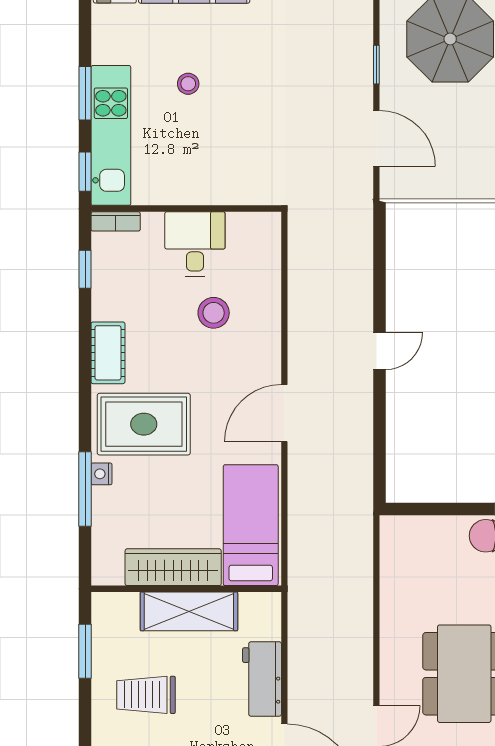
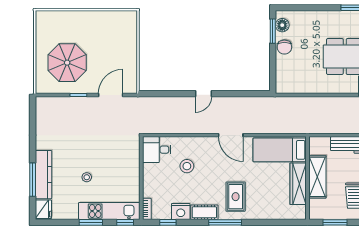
desk: (195, 244) -> (157, 150), moved
door: (379, 351) -> (204, 94), swing flipped
rug: (144, 424) -> (236, 197), width x0.73, depth x0.70
nightstand: (102, 474) -> (181, 211), moved, width x1.89, depth x1.79
window: (85, 489) -> (225, 222), moved

